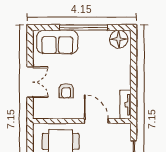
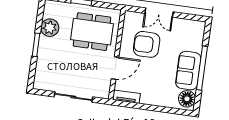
sofa: (57, 42) -> (188, 71), moved
armchair: (66, 91) -> (147, 44), width x1.88, depth x1.88

